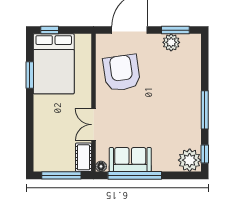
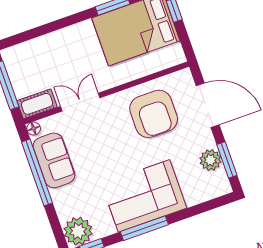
armchair: (122, 73) -> (154, 114), turned 98
corner sofa: (180, 101) -> (144, 196), added

